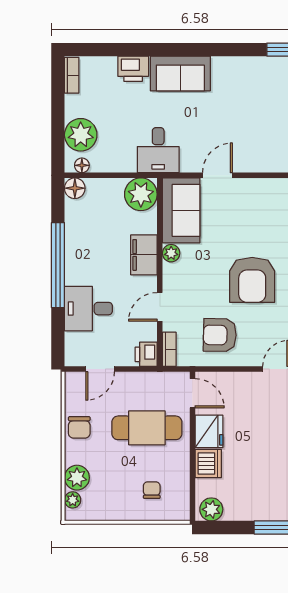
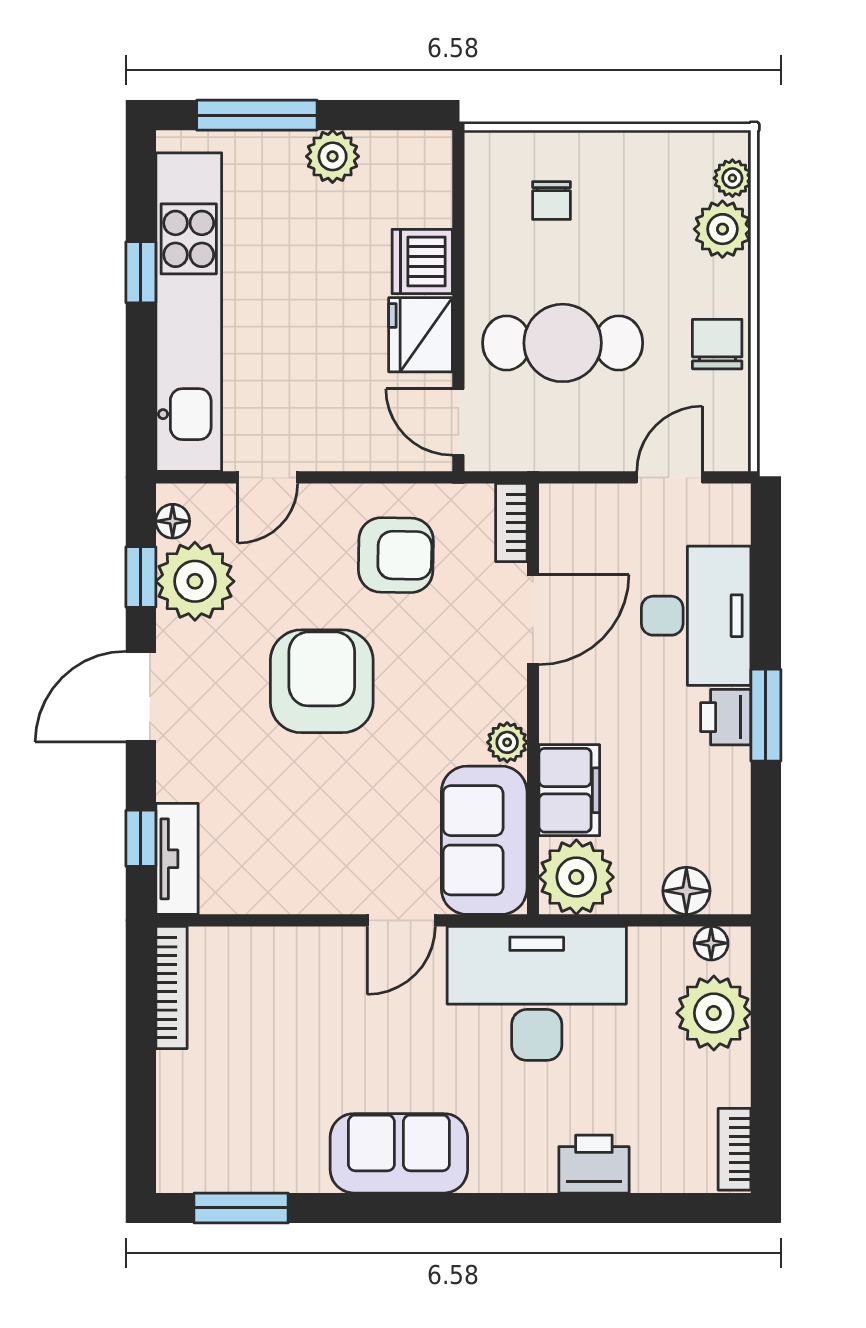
sofa: (180, 73) -> (399, 1153), moved
desk: (158, 150) -> (537, 993), width x1.87, depth x1.30
floor lamp: (75, 188) -> (686, 891), moved
filing cabinet: (144, 255) -> (569, 790), moved
window: (58, 265) -> (766, 715), width x0.47
door: (160, 307) -> (533, 620), width x1.38
desk: (88, 309) -> (696, 616), width x1.37
printer: (146, 354) -> (726, 717), moved, turned 180
plant: (211, 509) -> (333, 156), moved

